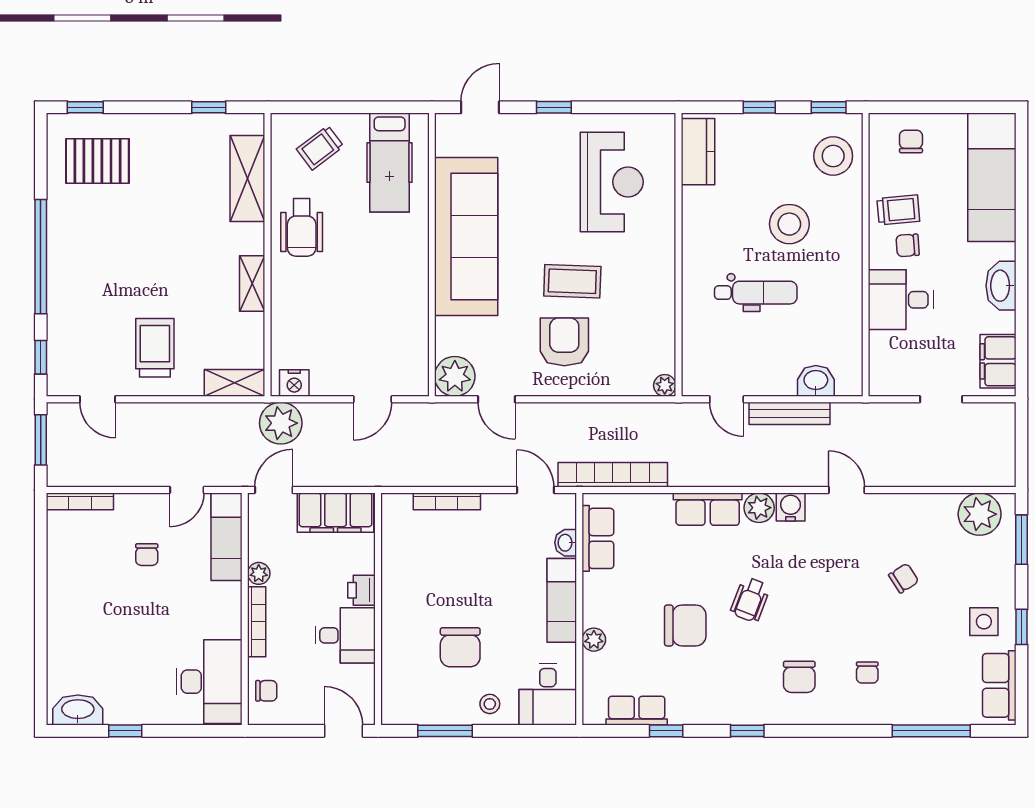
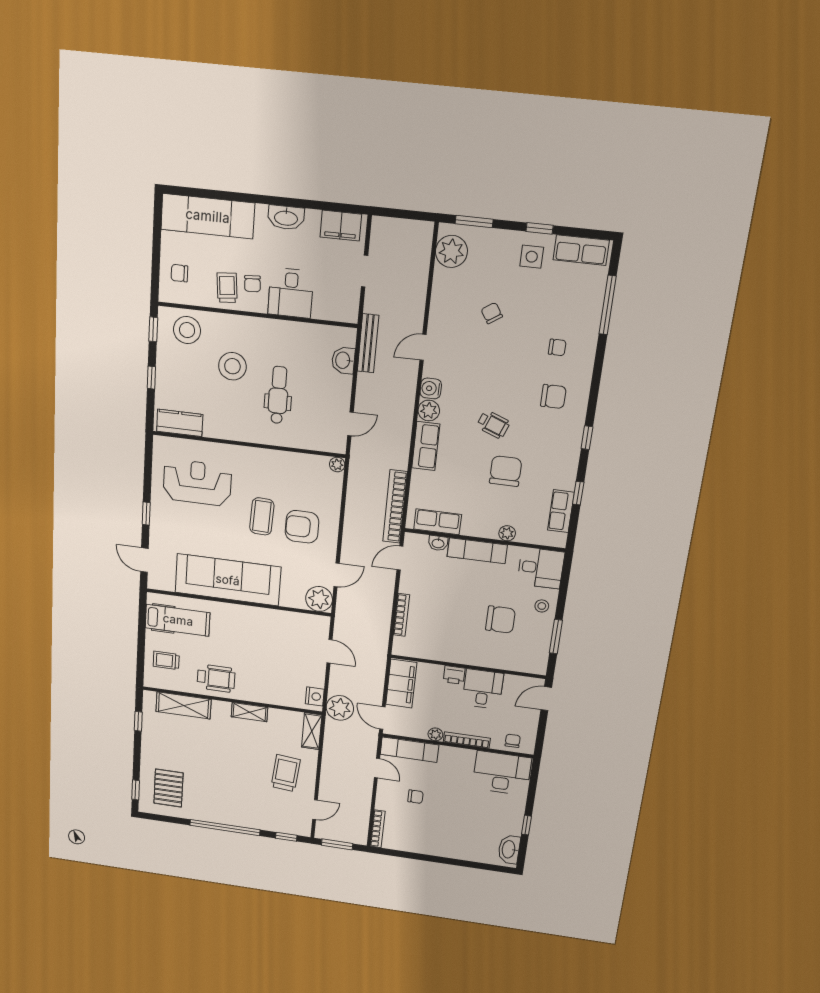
trolley: (320, 148) -> (166, 660), turned 127
trolley: (155, 348) -> (286, 773), turned 95
bench: (790, 413) -> (368, 343), moved

